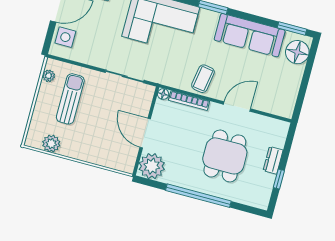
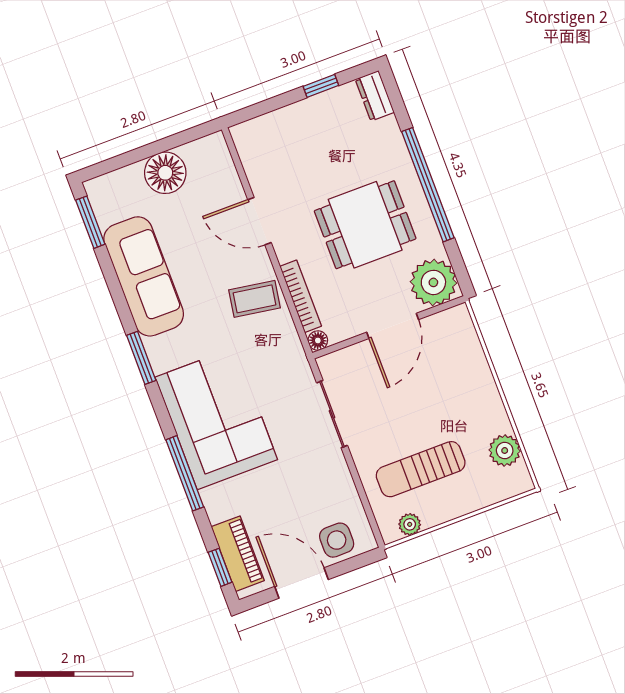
floor lamp: (297, 52) -> (165, 173), moved
dining table: (225, 156) -> (365, 225), moved
dresser: (273, 160) -> (375, 96), moved, turned 90

